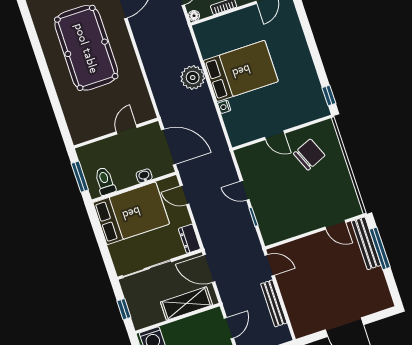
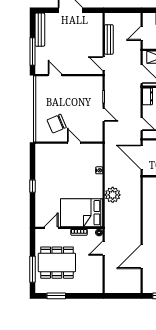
bed: (241, 71) -> (82, 213), moved
window: (329, 95) -> (33, 186), moved
bench: (366, 243) -> (40, 30), moved

